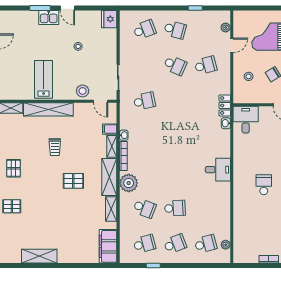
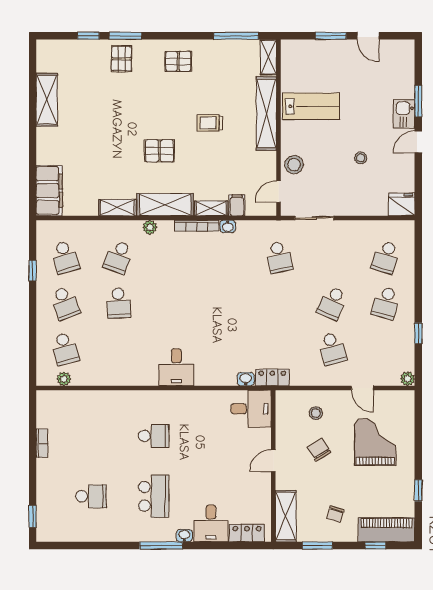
plant: (226, 28) -> (408, 379), moved
school desk: (144, 30) -> (386, 257), turned 39
pallet: (73, 181) -> (159, 151), turned 90
plant: (129, 183) -> (150, 227), width x0.53, depth x0.53
filing cabinet: (108, 246) -> (49, 191), moved, turned 90

